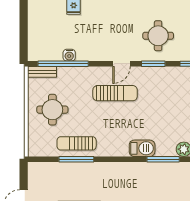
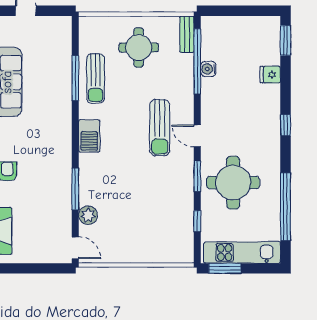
round table: (158, 36) -> (233, 183), width x1.36, depth x1.36
sun lounger: (77, 143) -> (96, 78), turned 180
barbecue: (142, 148) -> (89, 136), moved

